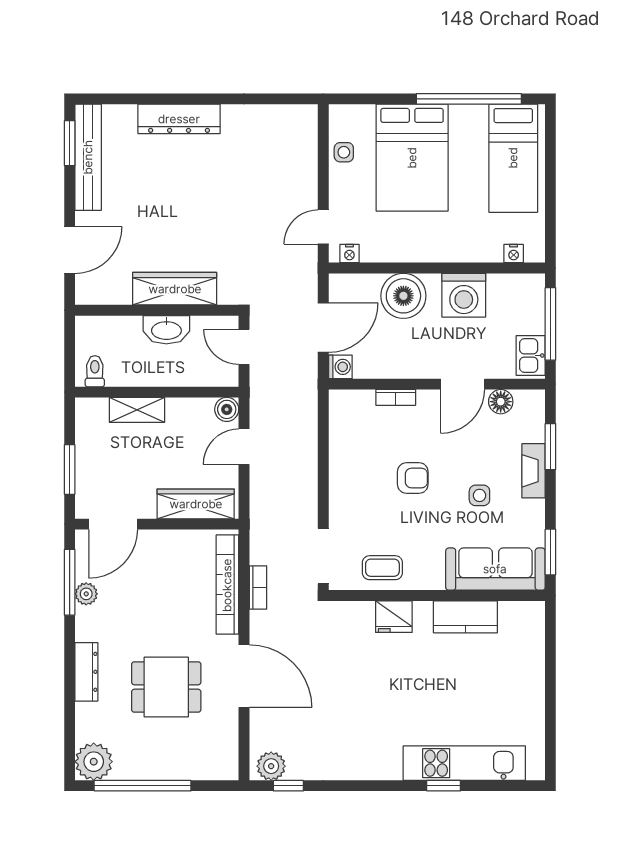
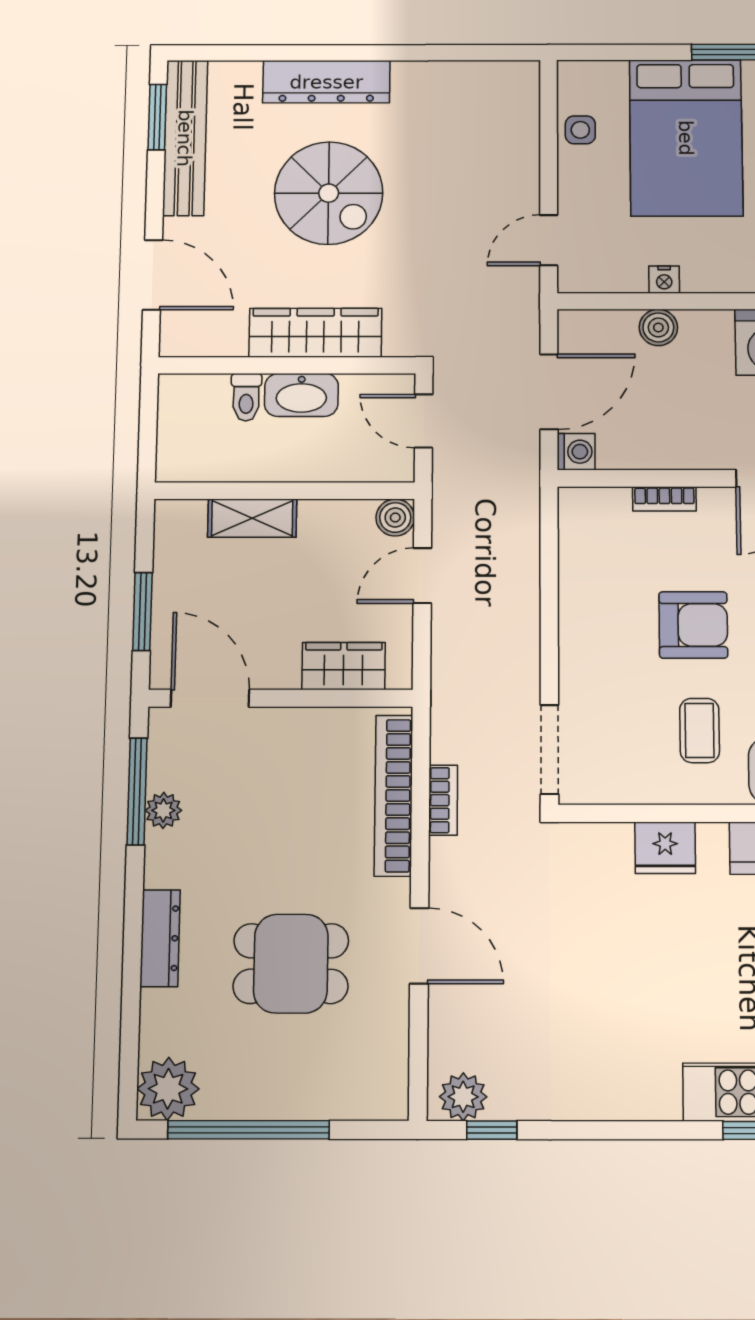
spiral stairs: (182, 195) -> (329, 193), added
door: (70, 250) -> (153, 275), hinge flipped
nightstand: (349, 254) -> (664, 280), moved
boiler: (403, 296) -> (658, 327), width x0.54, depth x0.54
toilet: (95, 371) -> (246, 397), moved, turned 180
armchair: (413, 478) -> (693, 625), width x1.38, depth x1.38
wardrobe: (196, 504) -> (344, 666), width x0.67
door: (113, 524) -> (210, 698), swing flipped
coffee table: (382, 568) -> (700, 730), moved, turned 90
door: (244, 676) -> (419, 946), width x0.73

